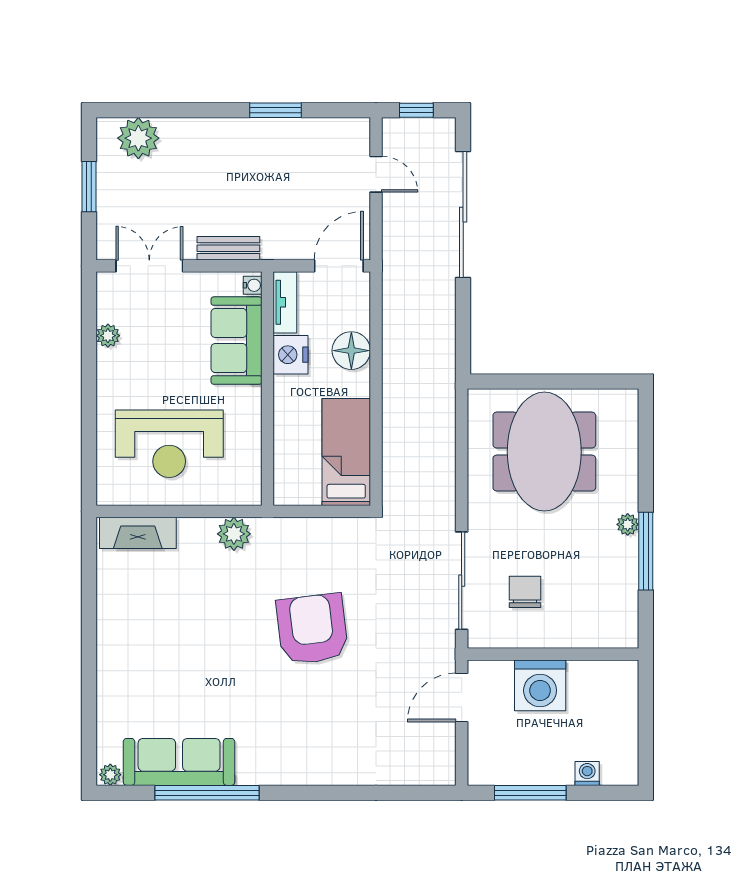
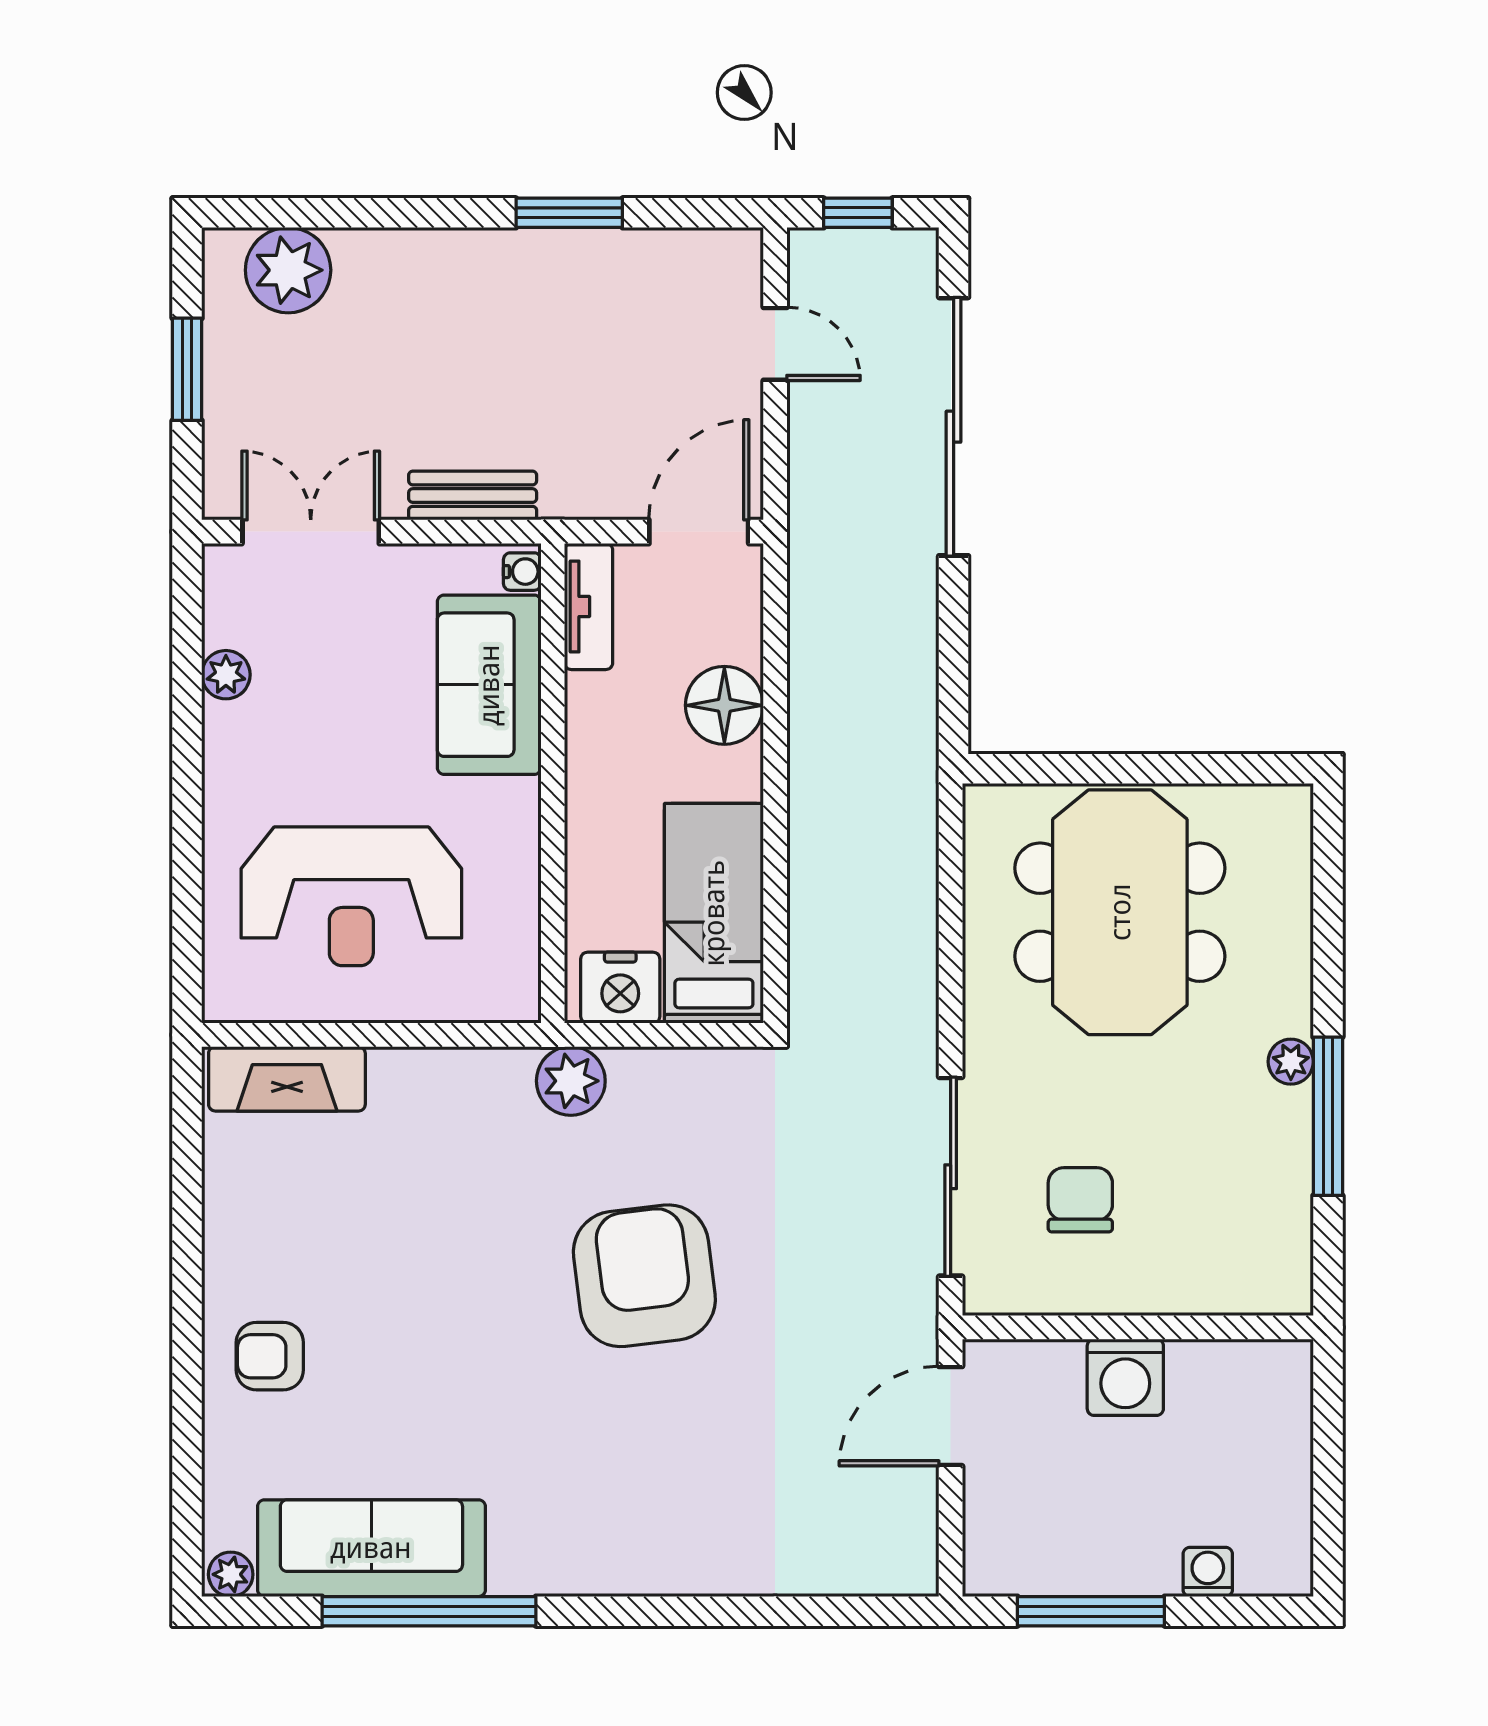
nightstand: (291, 355) -> (620, 988), moved, turned -90
plant: (234, 534) -> (571, 1081), moved
armchair: (129, 668) -> (270, 1356), added
washing machine: (540, 685) -> (1125, 1377), width x0.73, depth x0.73

